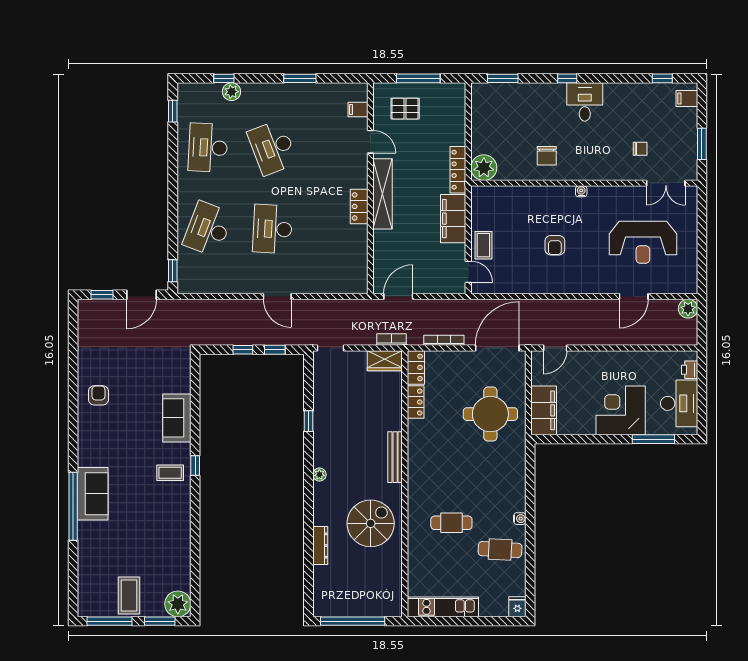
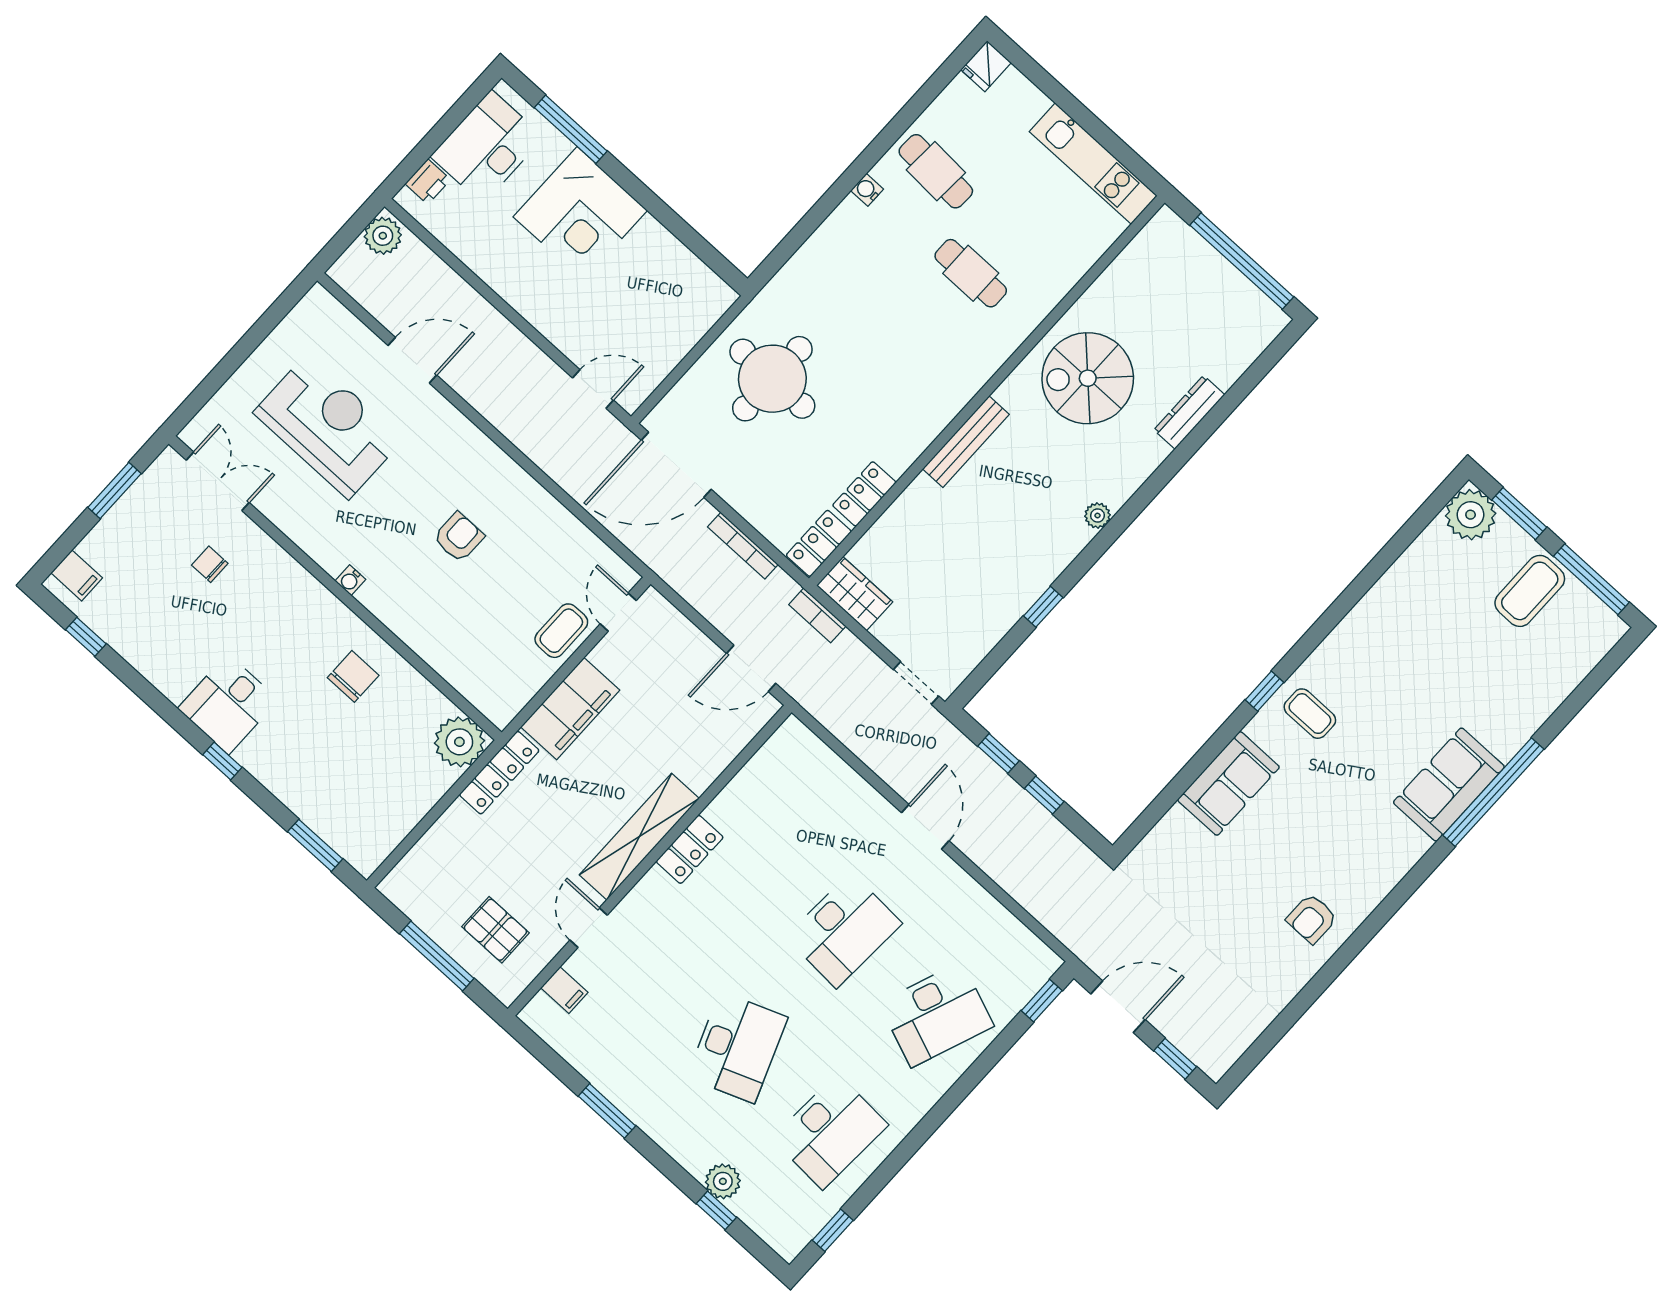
plant: (688, 309) -> (383, 236), moved
filing cabinet: (544, 410) -> (691, 314), removed

